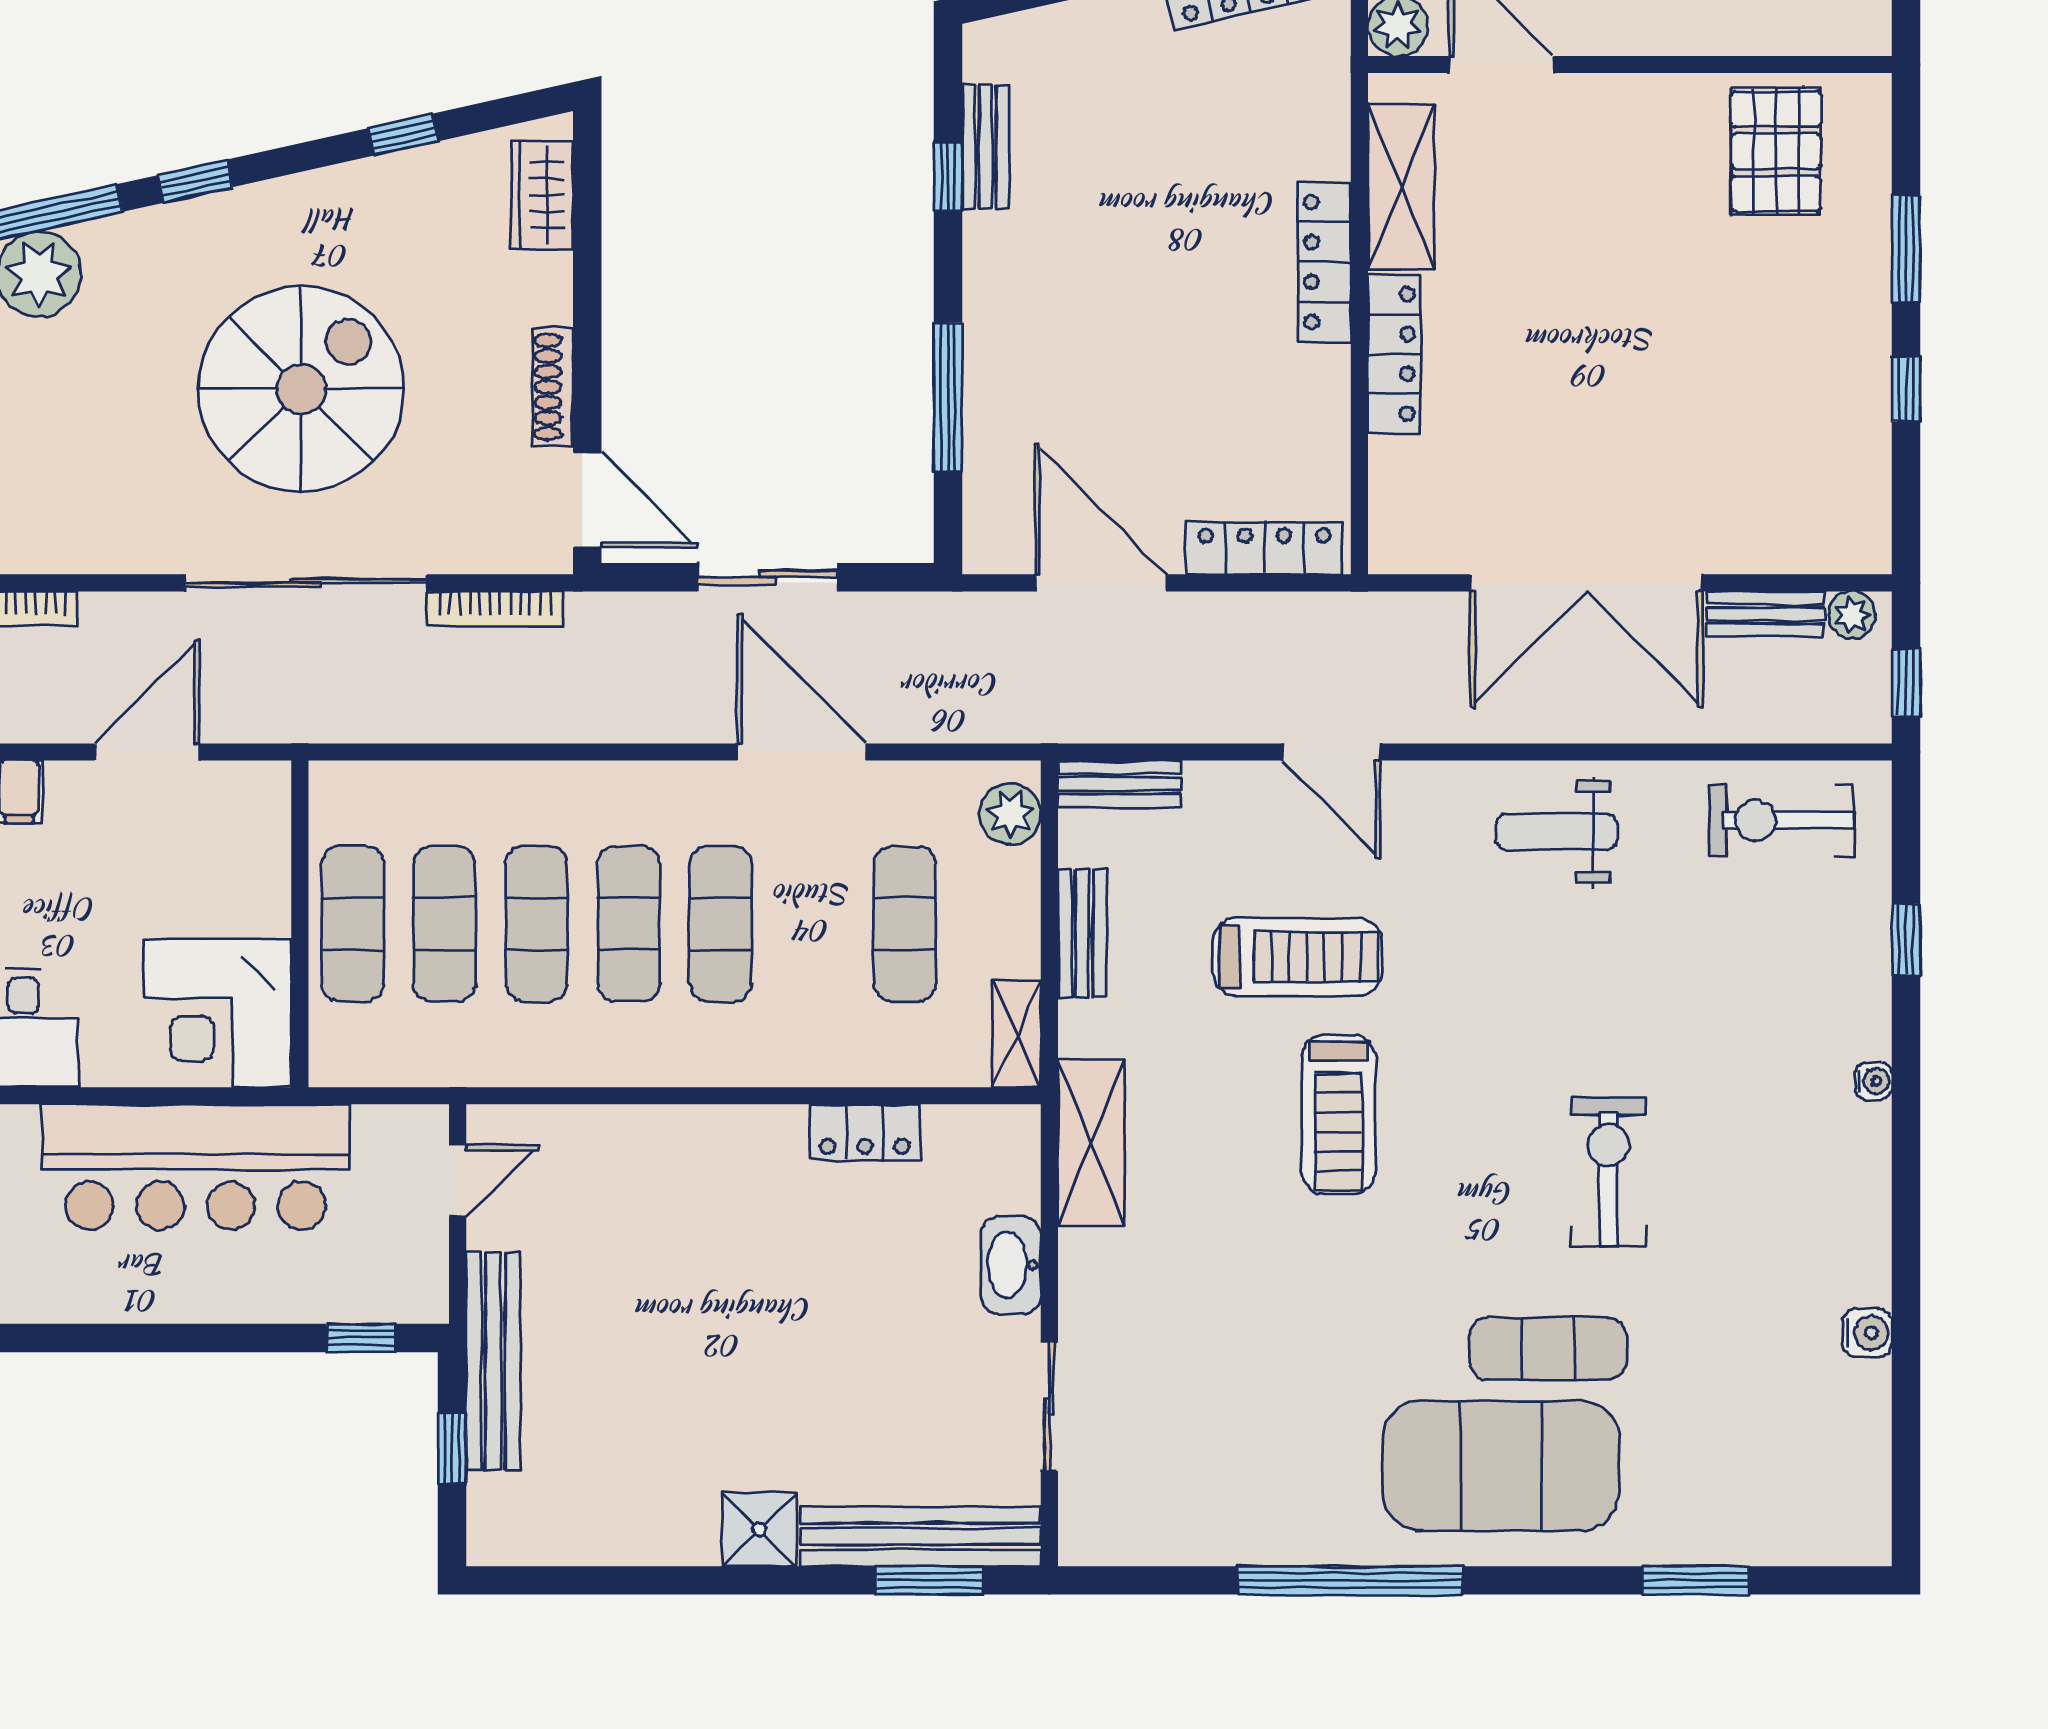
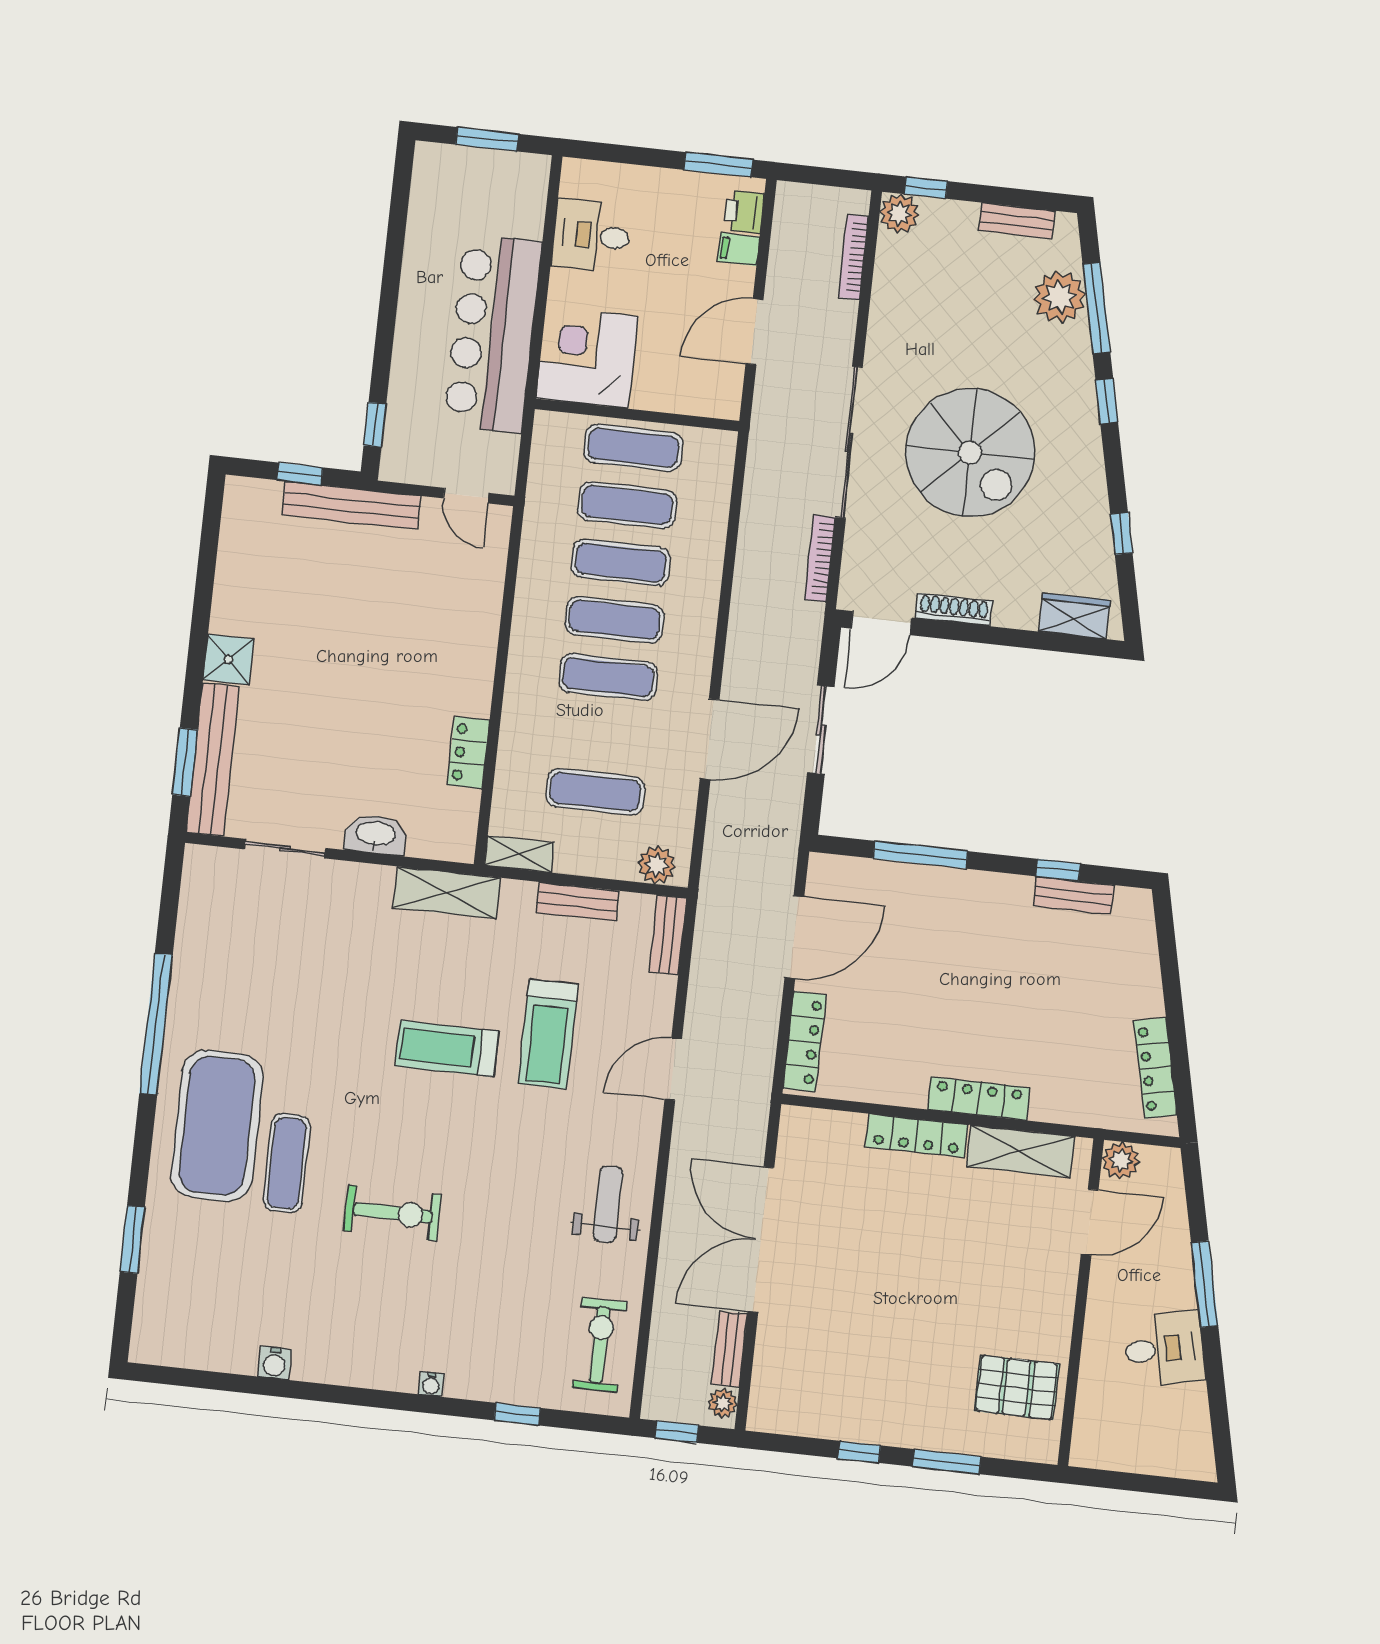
door: (147, 752) -> (755, 332), swing flipped

